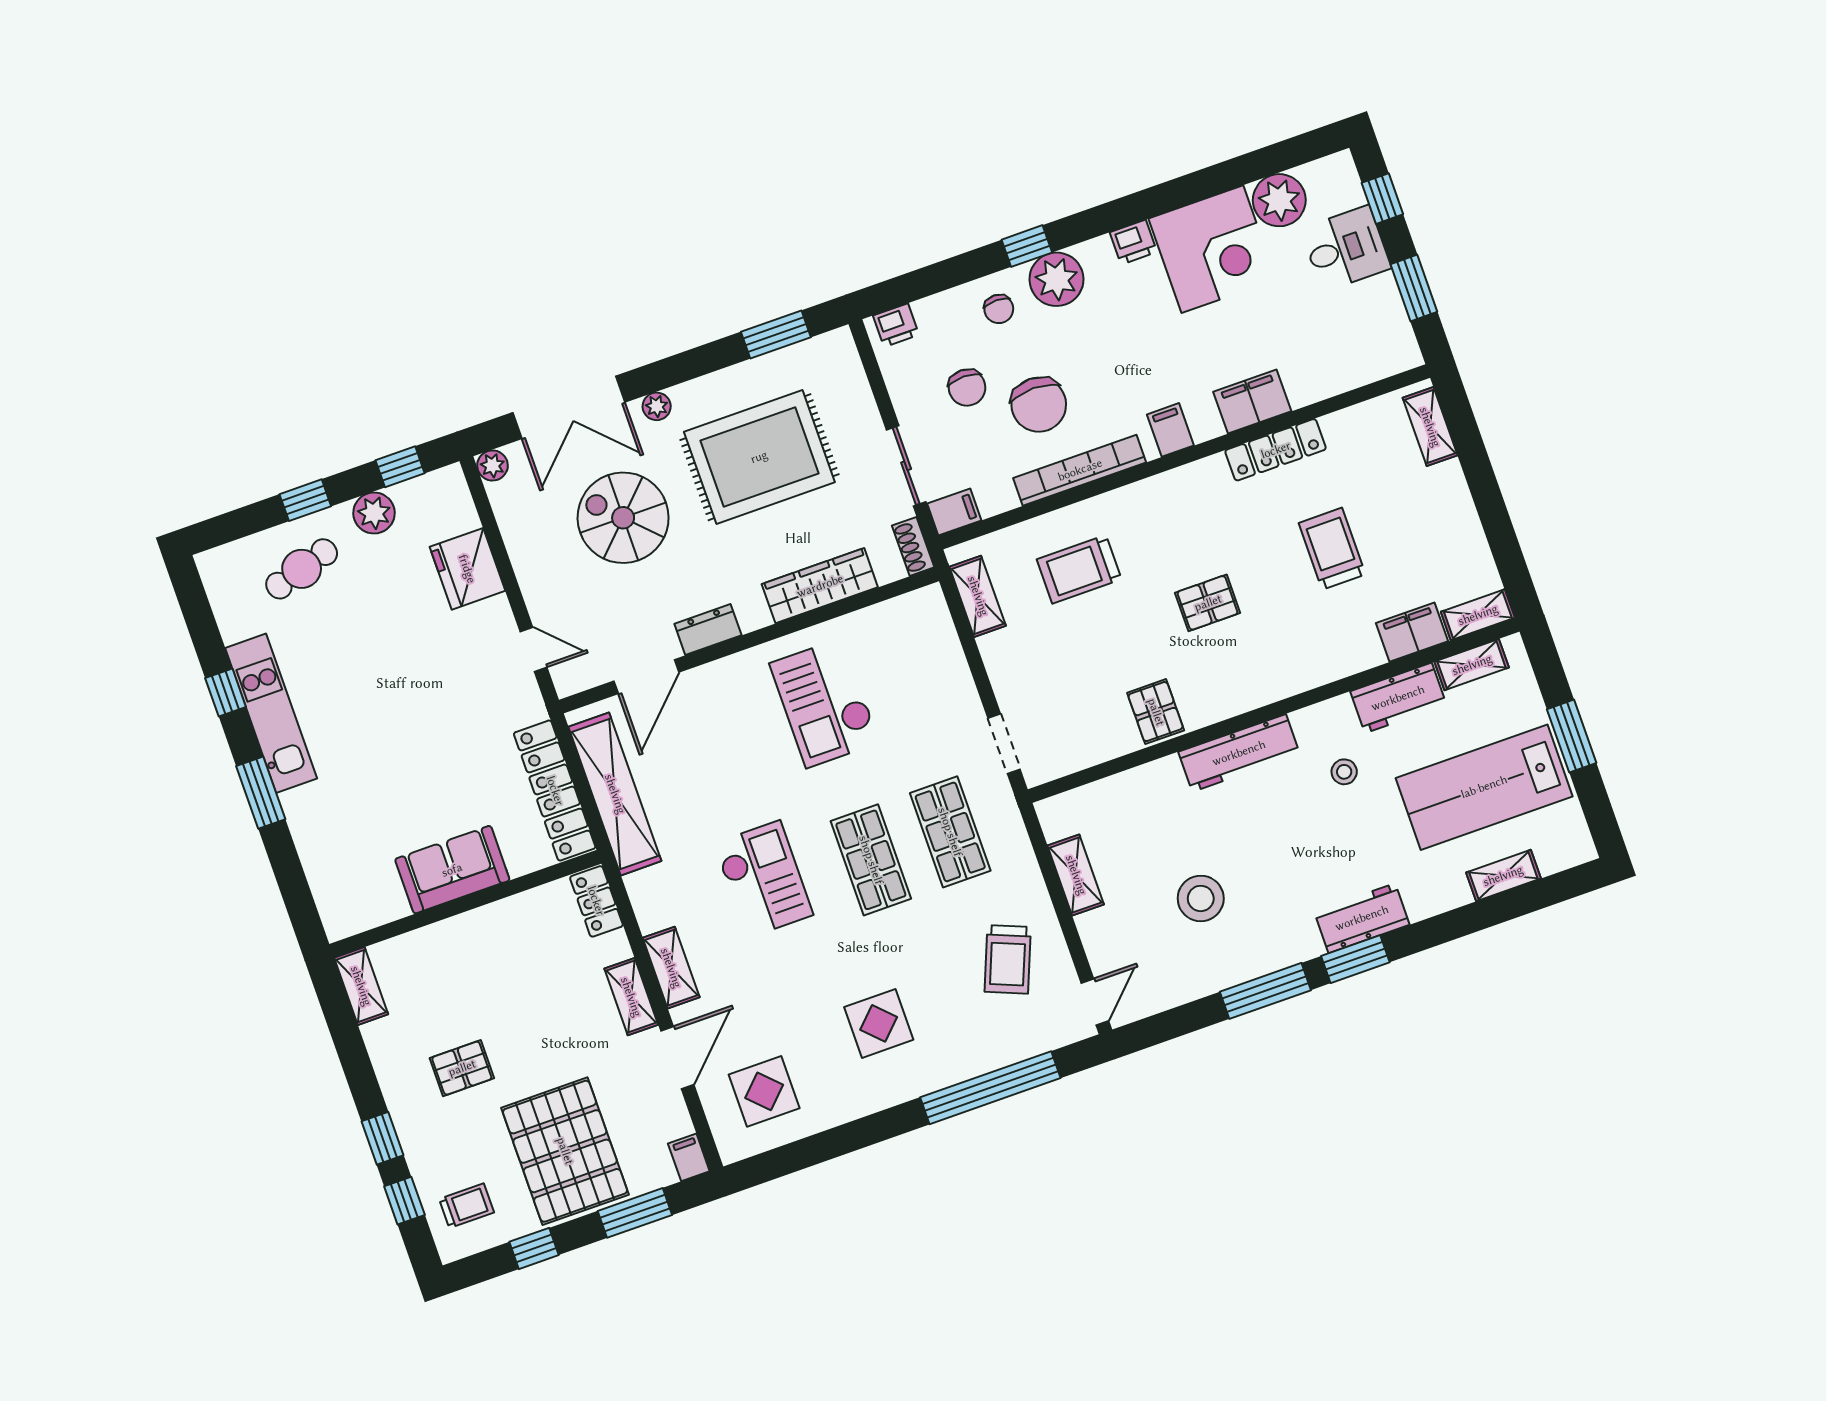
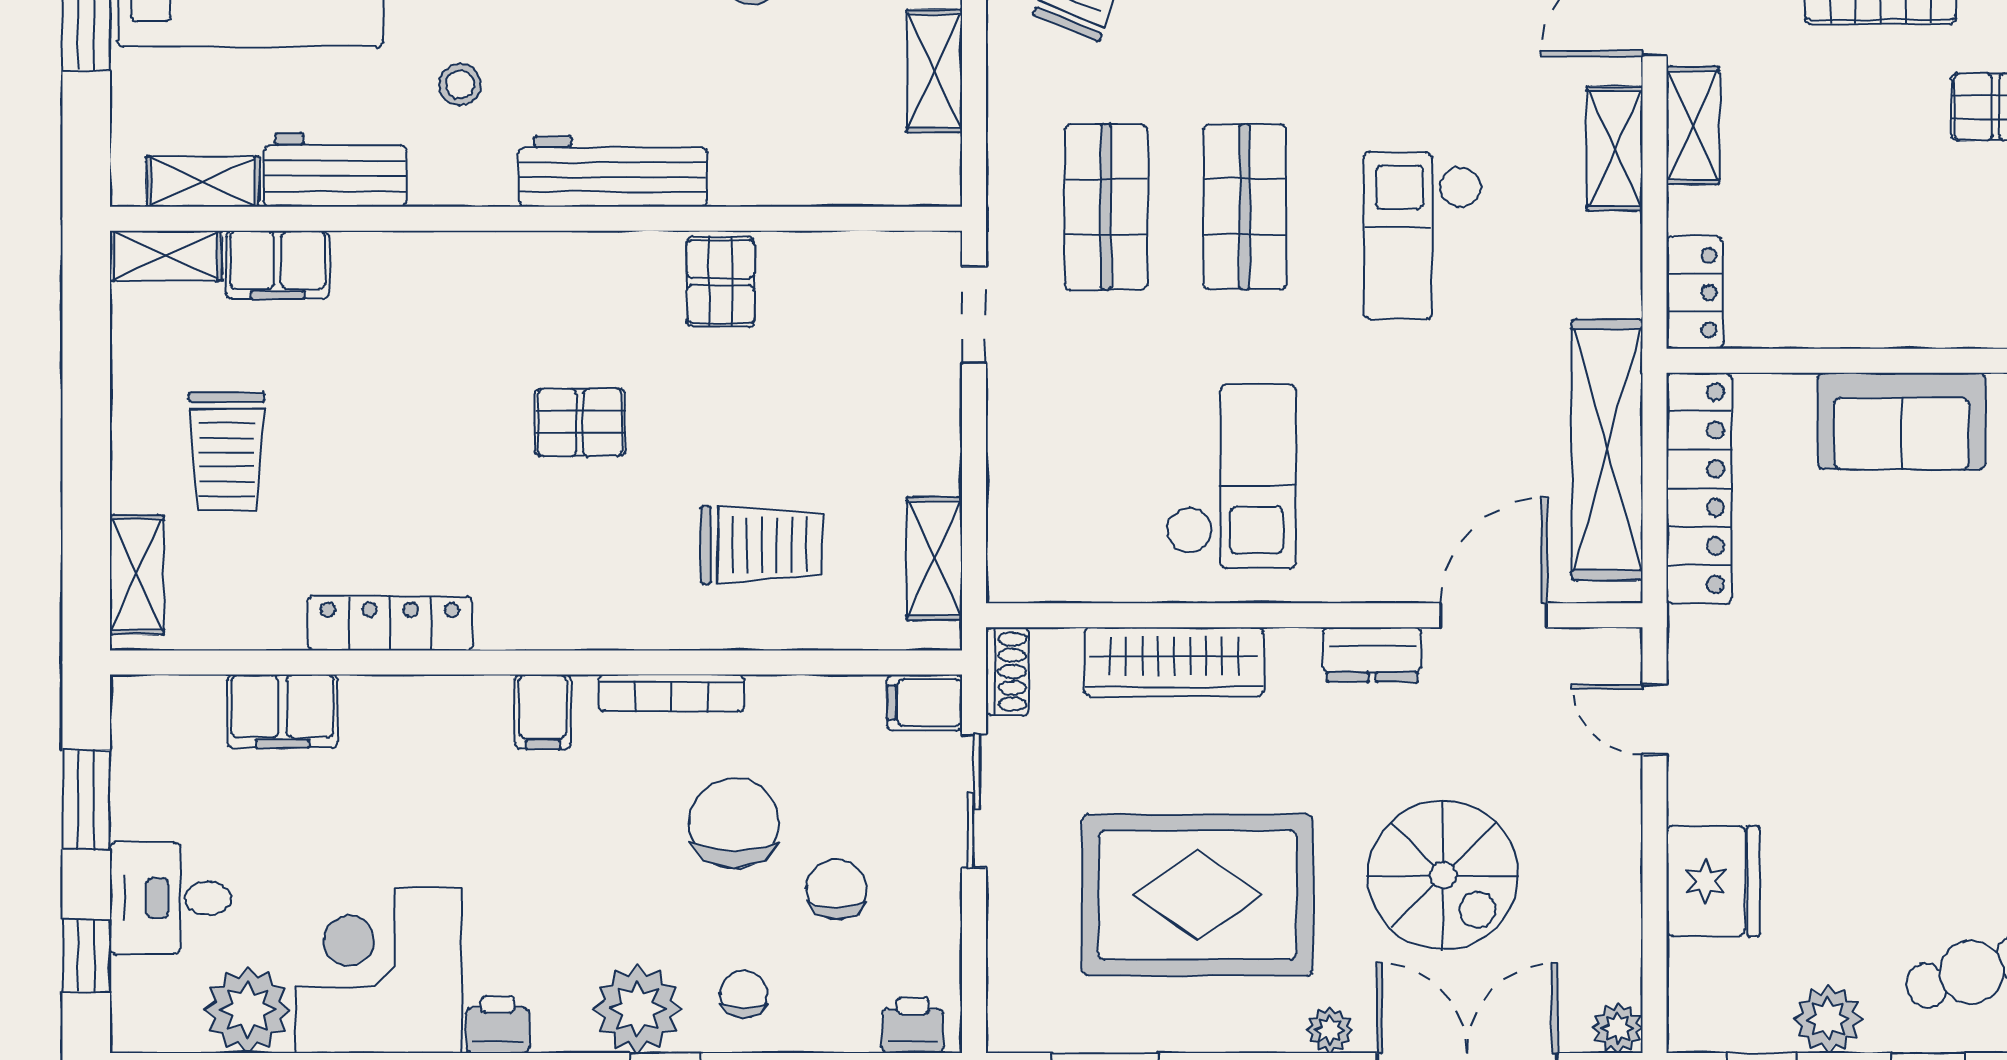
filing cabinet: (1252, 401) -> (282, 711), moved
bookcase: (1080, 470) -> (671, 693), width x0.68, depth x0.76
trolley: (1332, 549) -> (227, 451), moved

